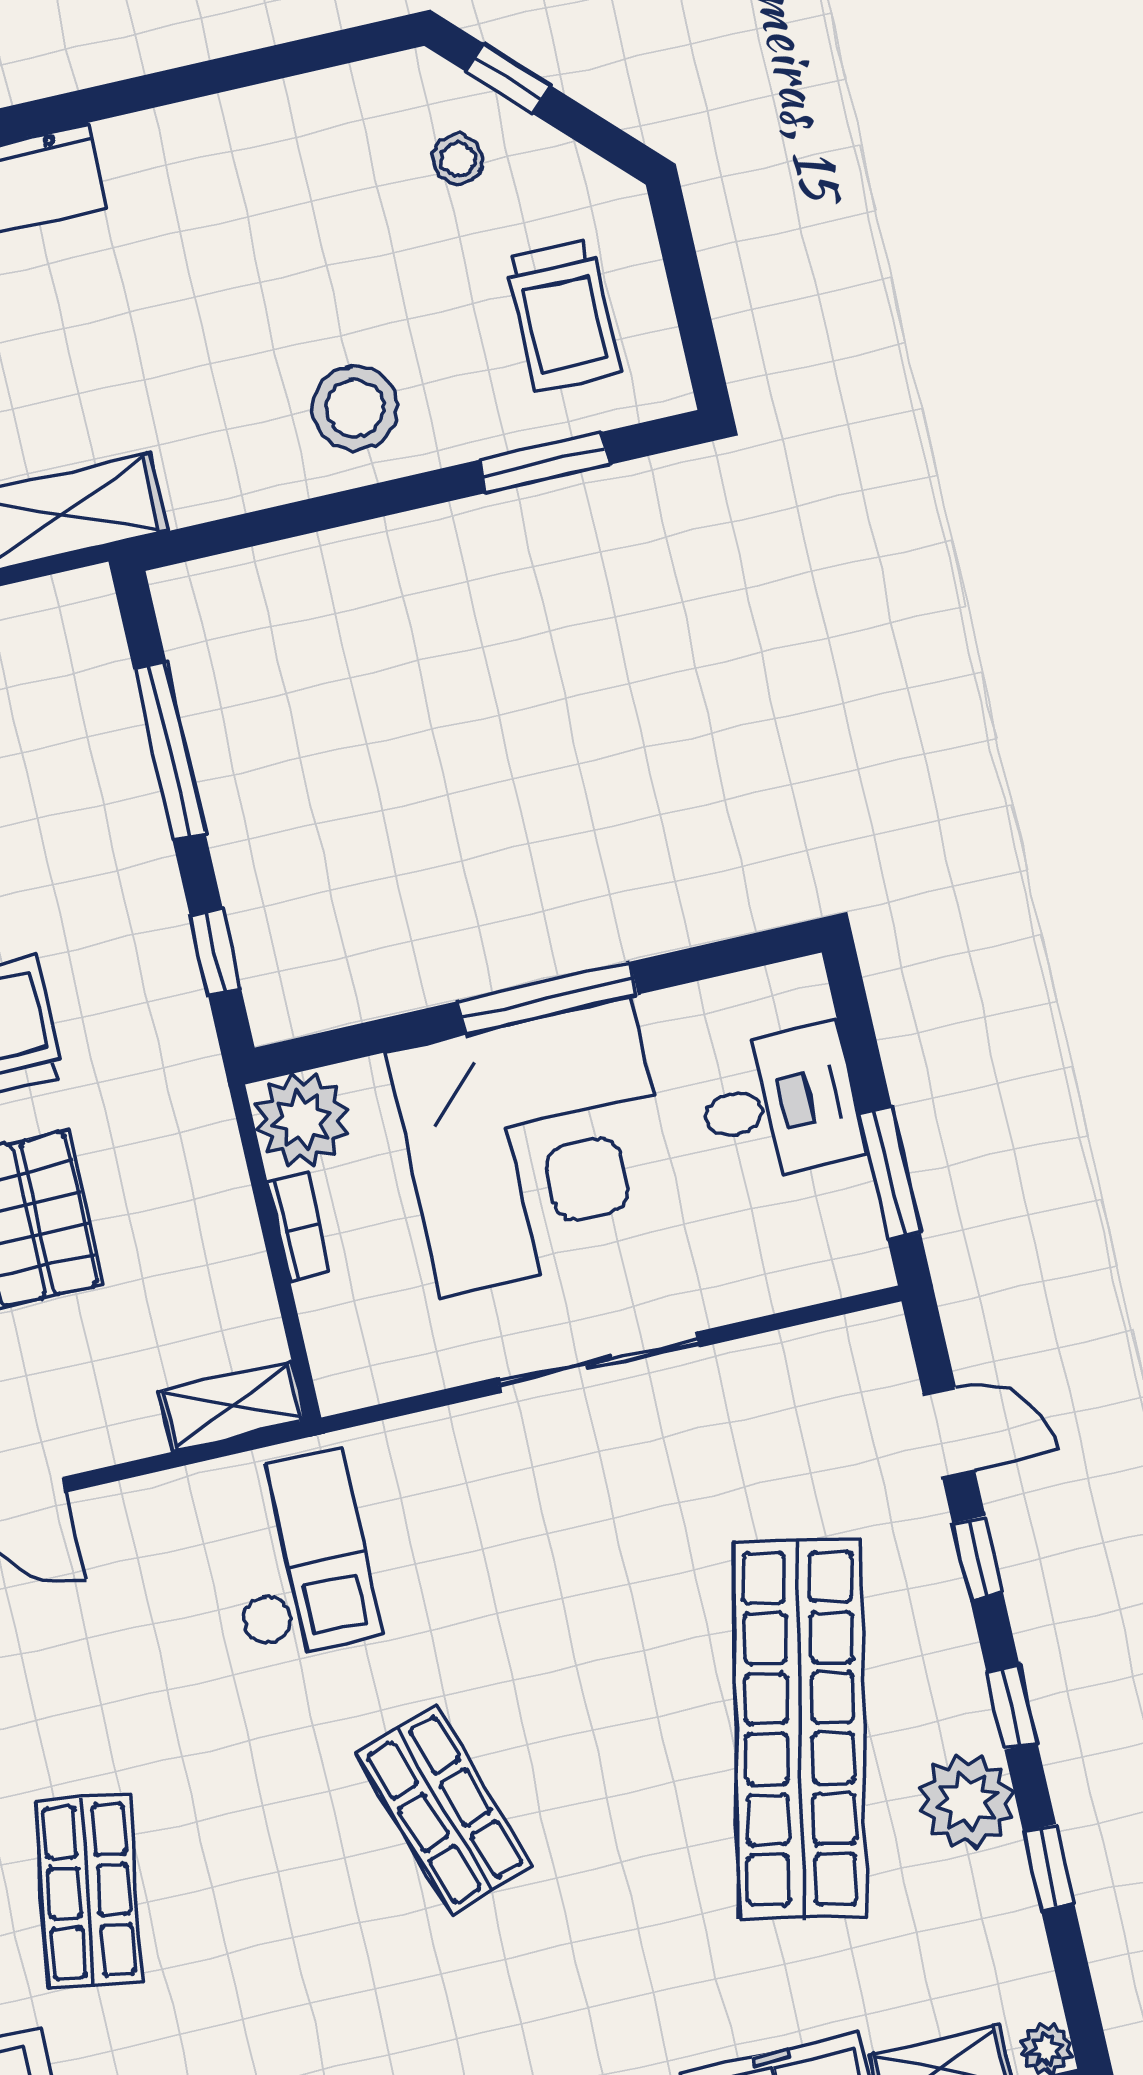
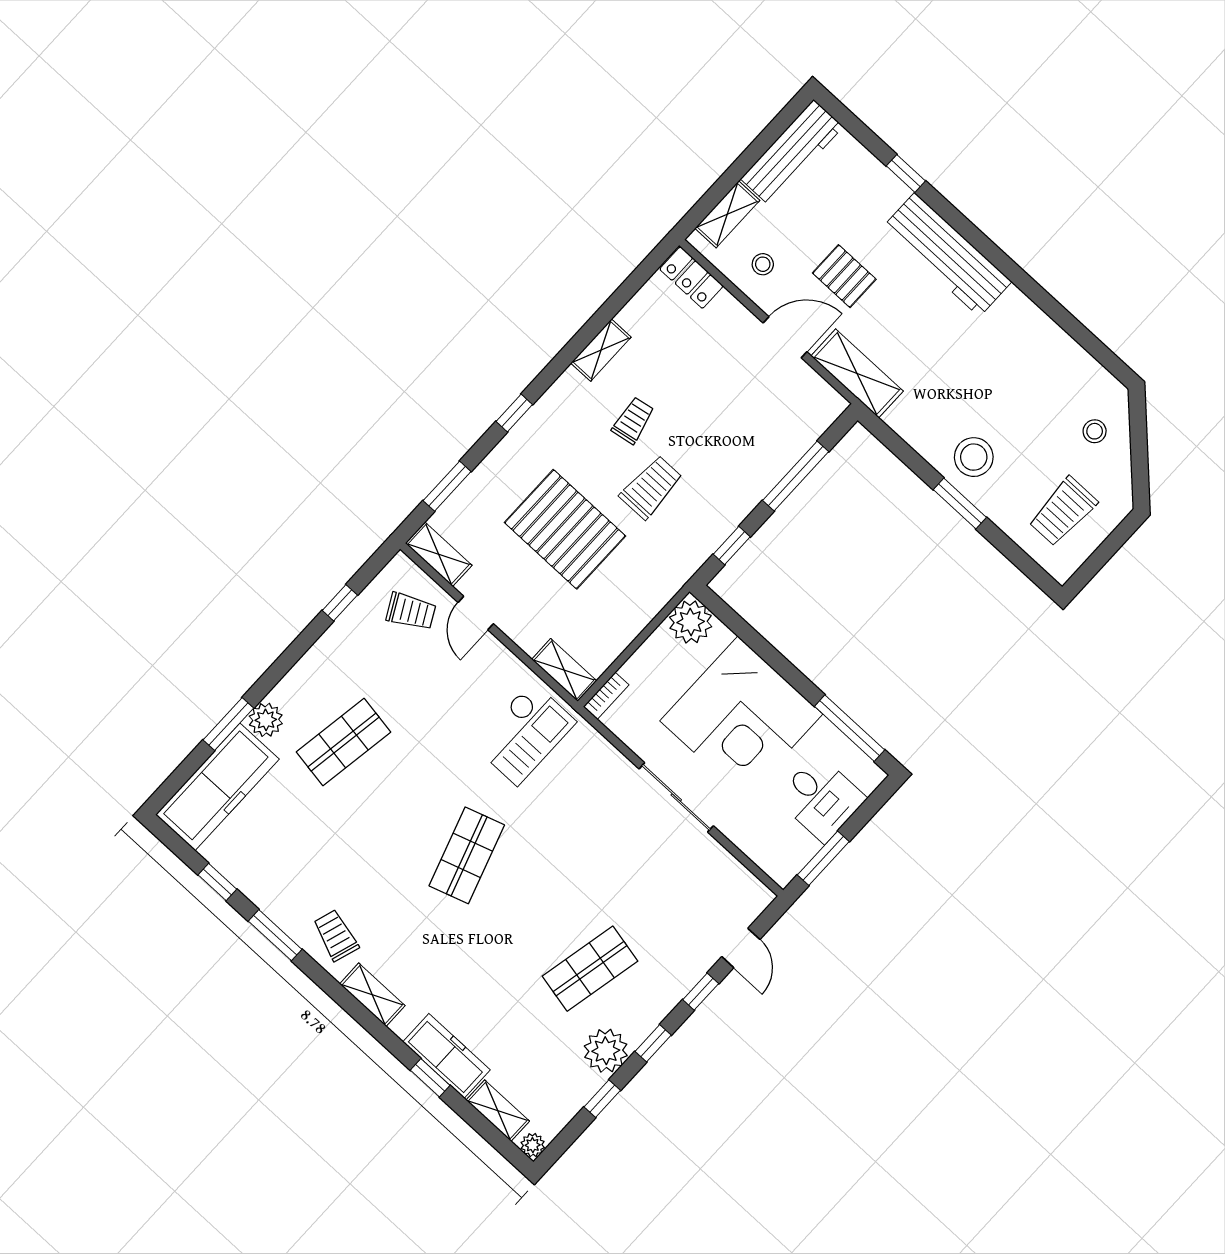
window: (508, 78) -> (1138, 429), removed
window: (544, 462) -> (960, 504), moved
window: (548, 998) -> (850, 728), moved
bookcase: (299, 1227) -> (606, 696), moved
shop shelf: (800, 1728) -> (590, 969), width x0.50, depth x0.74

